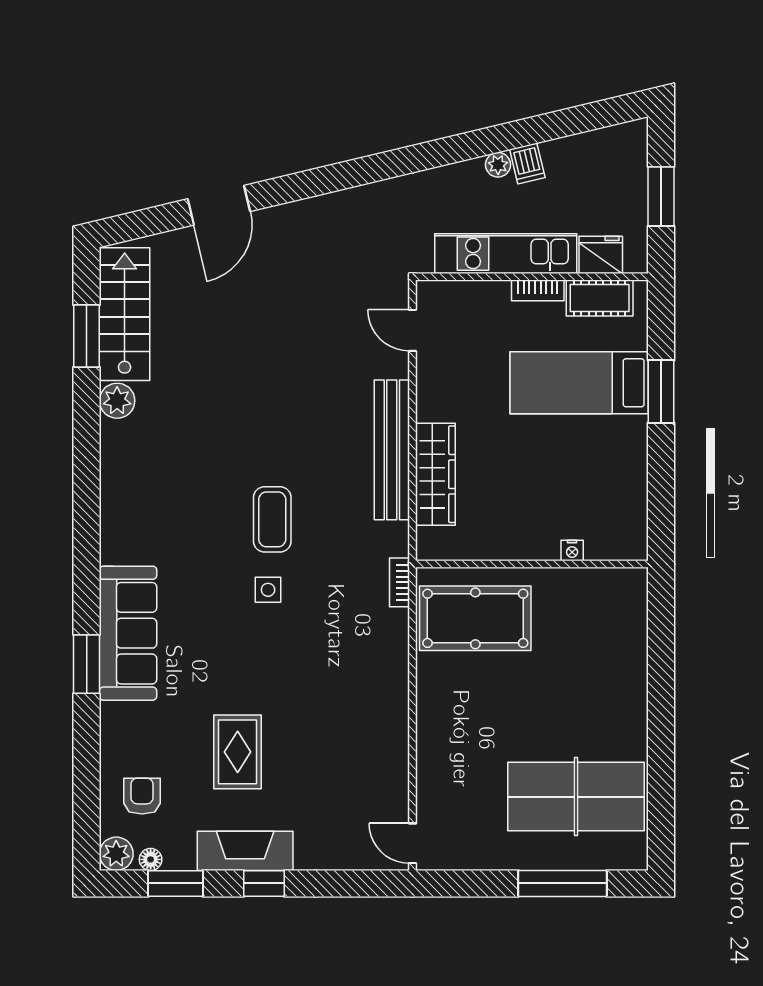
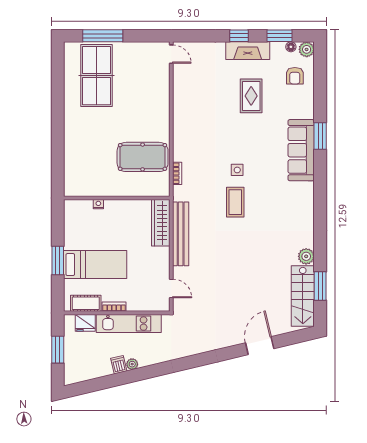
nightstand: (572, 550) -> (98, 204), moved
wall: (532, 564) -> (117, 198), moved
table tennis table: (576, 797) -> (97, 76), turned 90

